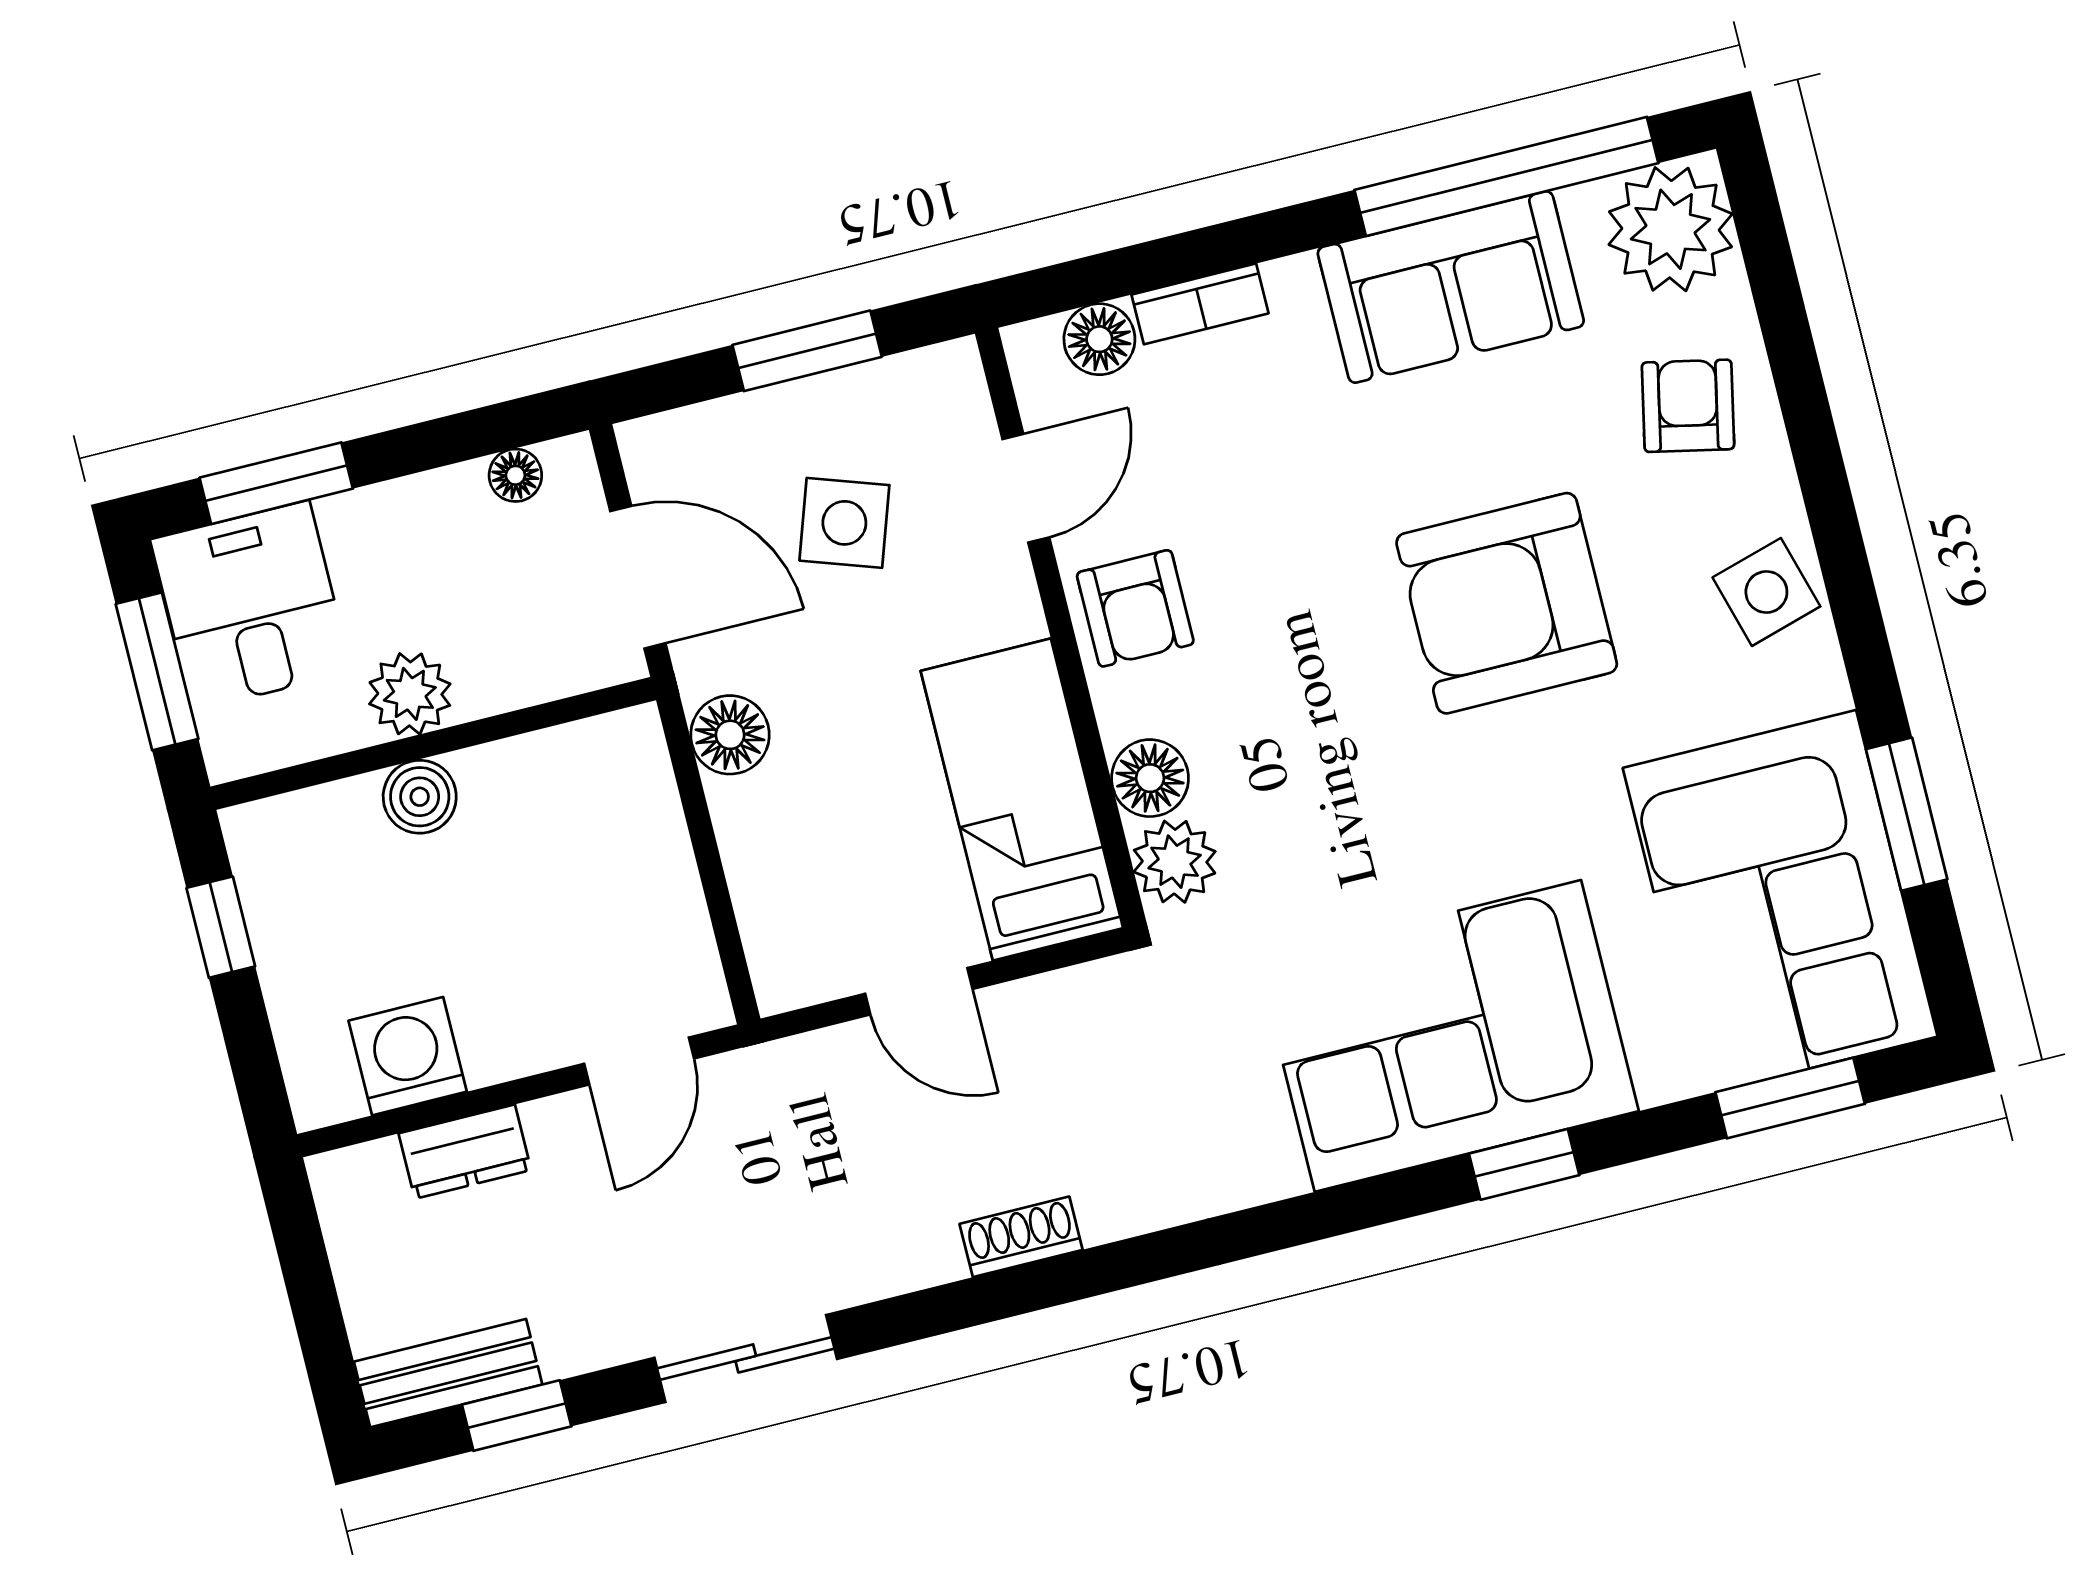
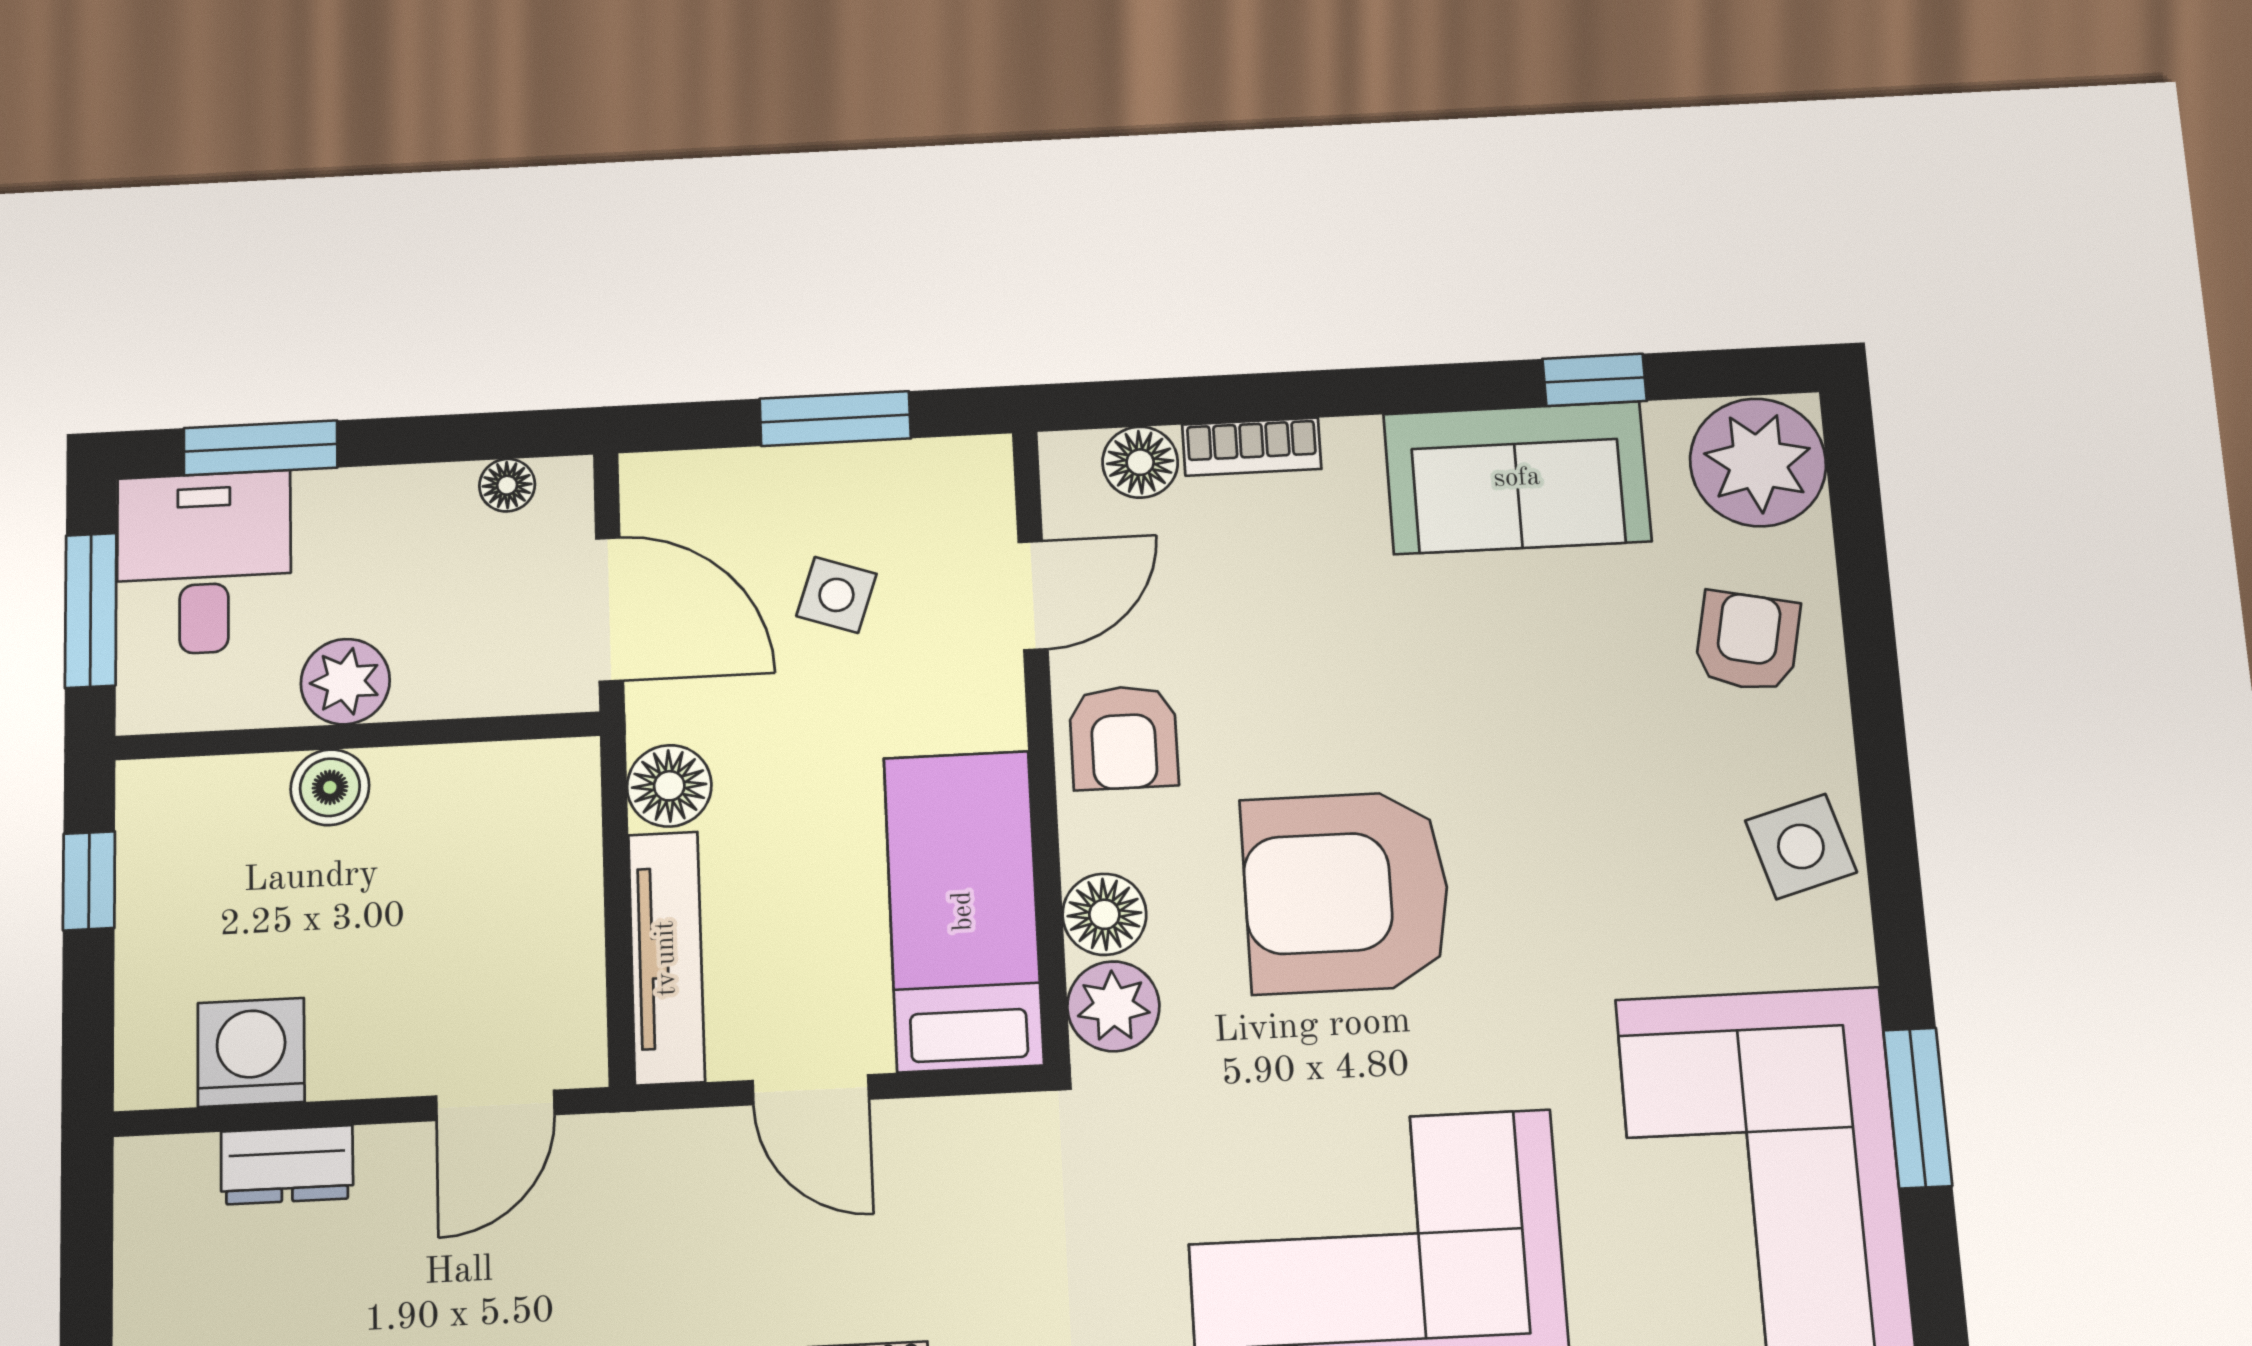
window: (1506, 176) -> (1595, 380), width x0.32
side table: (844, 523) -> (836, 595), width x0.73, depth x0.73
armchair: (1507, 603) -> (1346, 892), moved
tv unit: (763, 896) -> (666, 958), added

